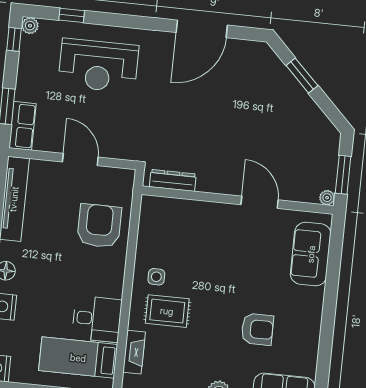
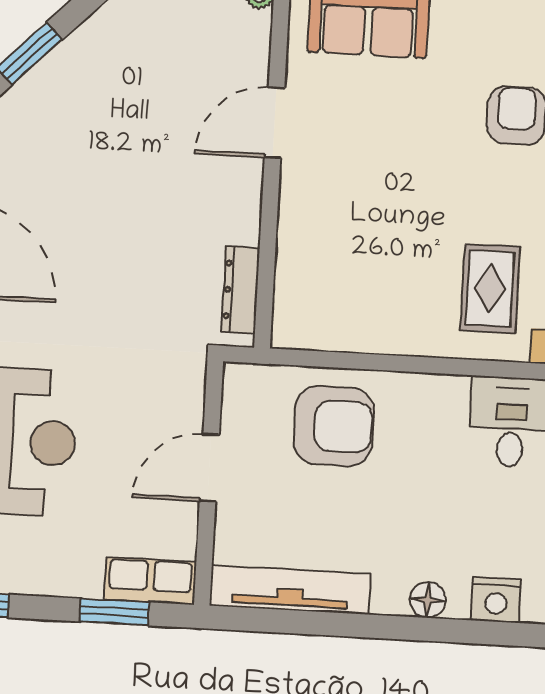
armchair: (99, 226) -> (334, 426), turned 180
side table: (156, 277) -> (426, 313), removed

